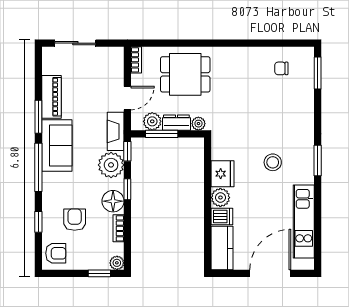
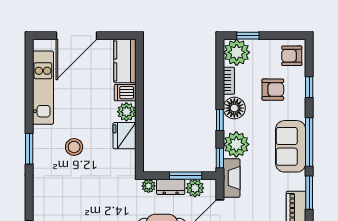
sofa: (57, 146) -> (291, 146), moved
armchair: (75, 220) -> (273, 90), turned -90
plant: (117, 263) -> (237, 52), width x1.87, depth x1.87

